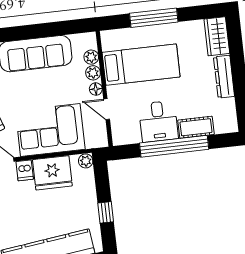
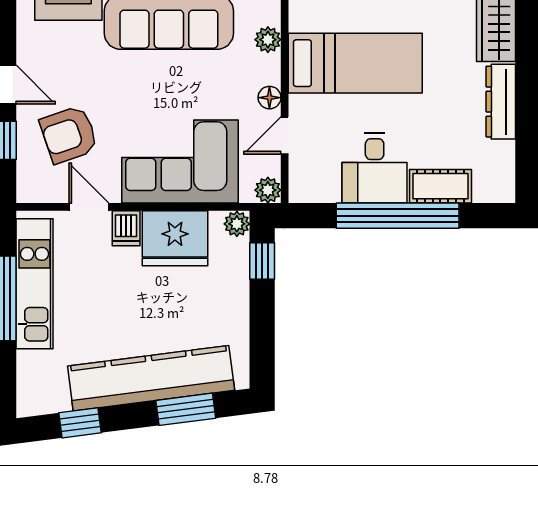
plant: (93, 73) -> (268, 190), moved
door: (107, 109) -> (285, 136), hinge flipped
window: (106, 212) -> (262, 261), moved

